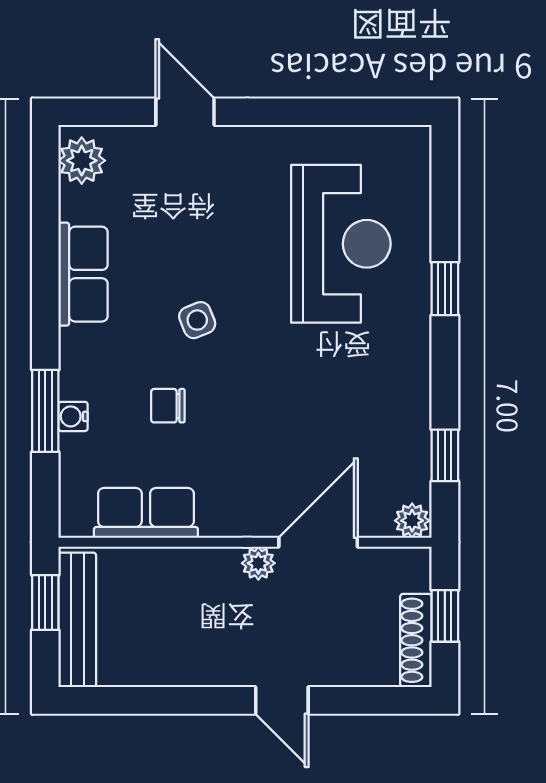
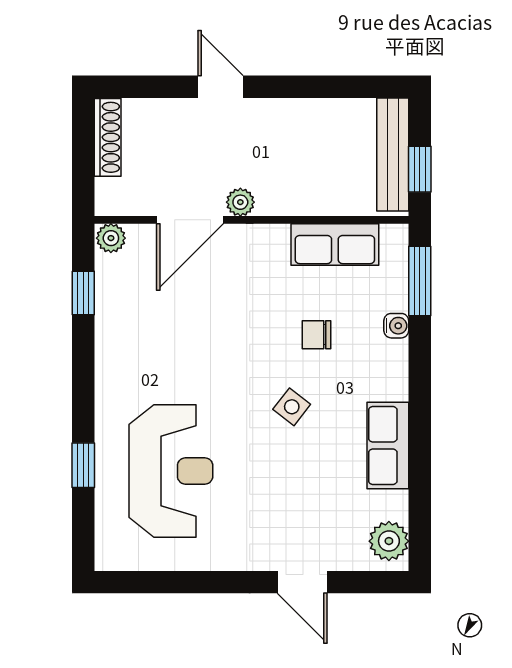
reception desk: (341, 244) -> (171, 471), turned 180
window: (445, 289) -> (83, 465), moved
side table: (197, 320) -> (292, 407), turned -30
chair: (168, 406) -> (316, 335), turned 180
window: (45, 411) -> (420, 281), moved
window: (445, 616) -> (83, 158), removed

